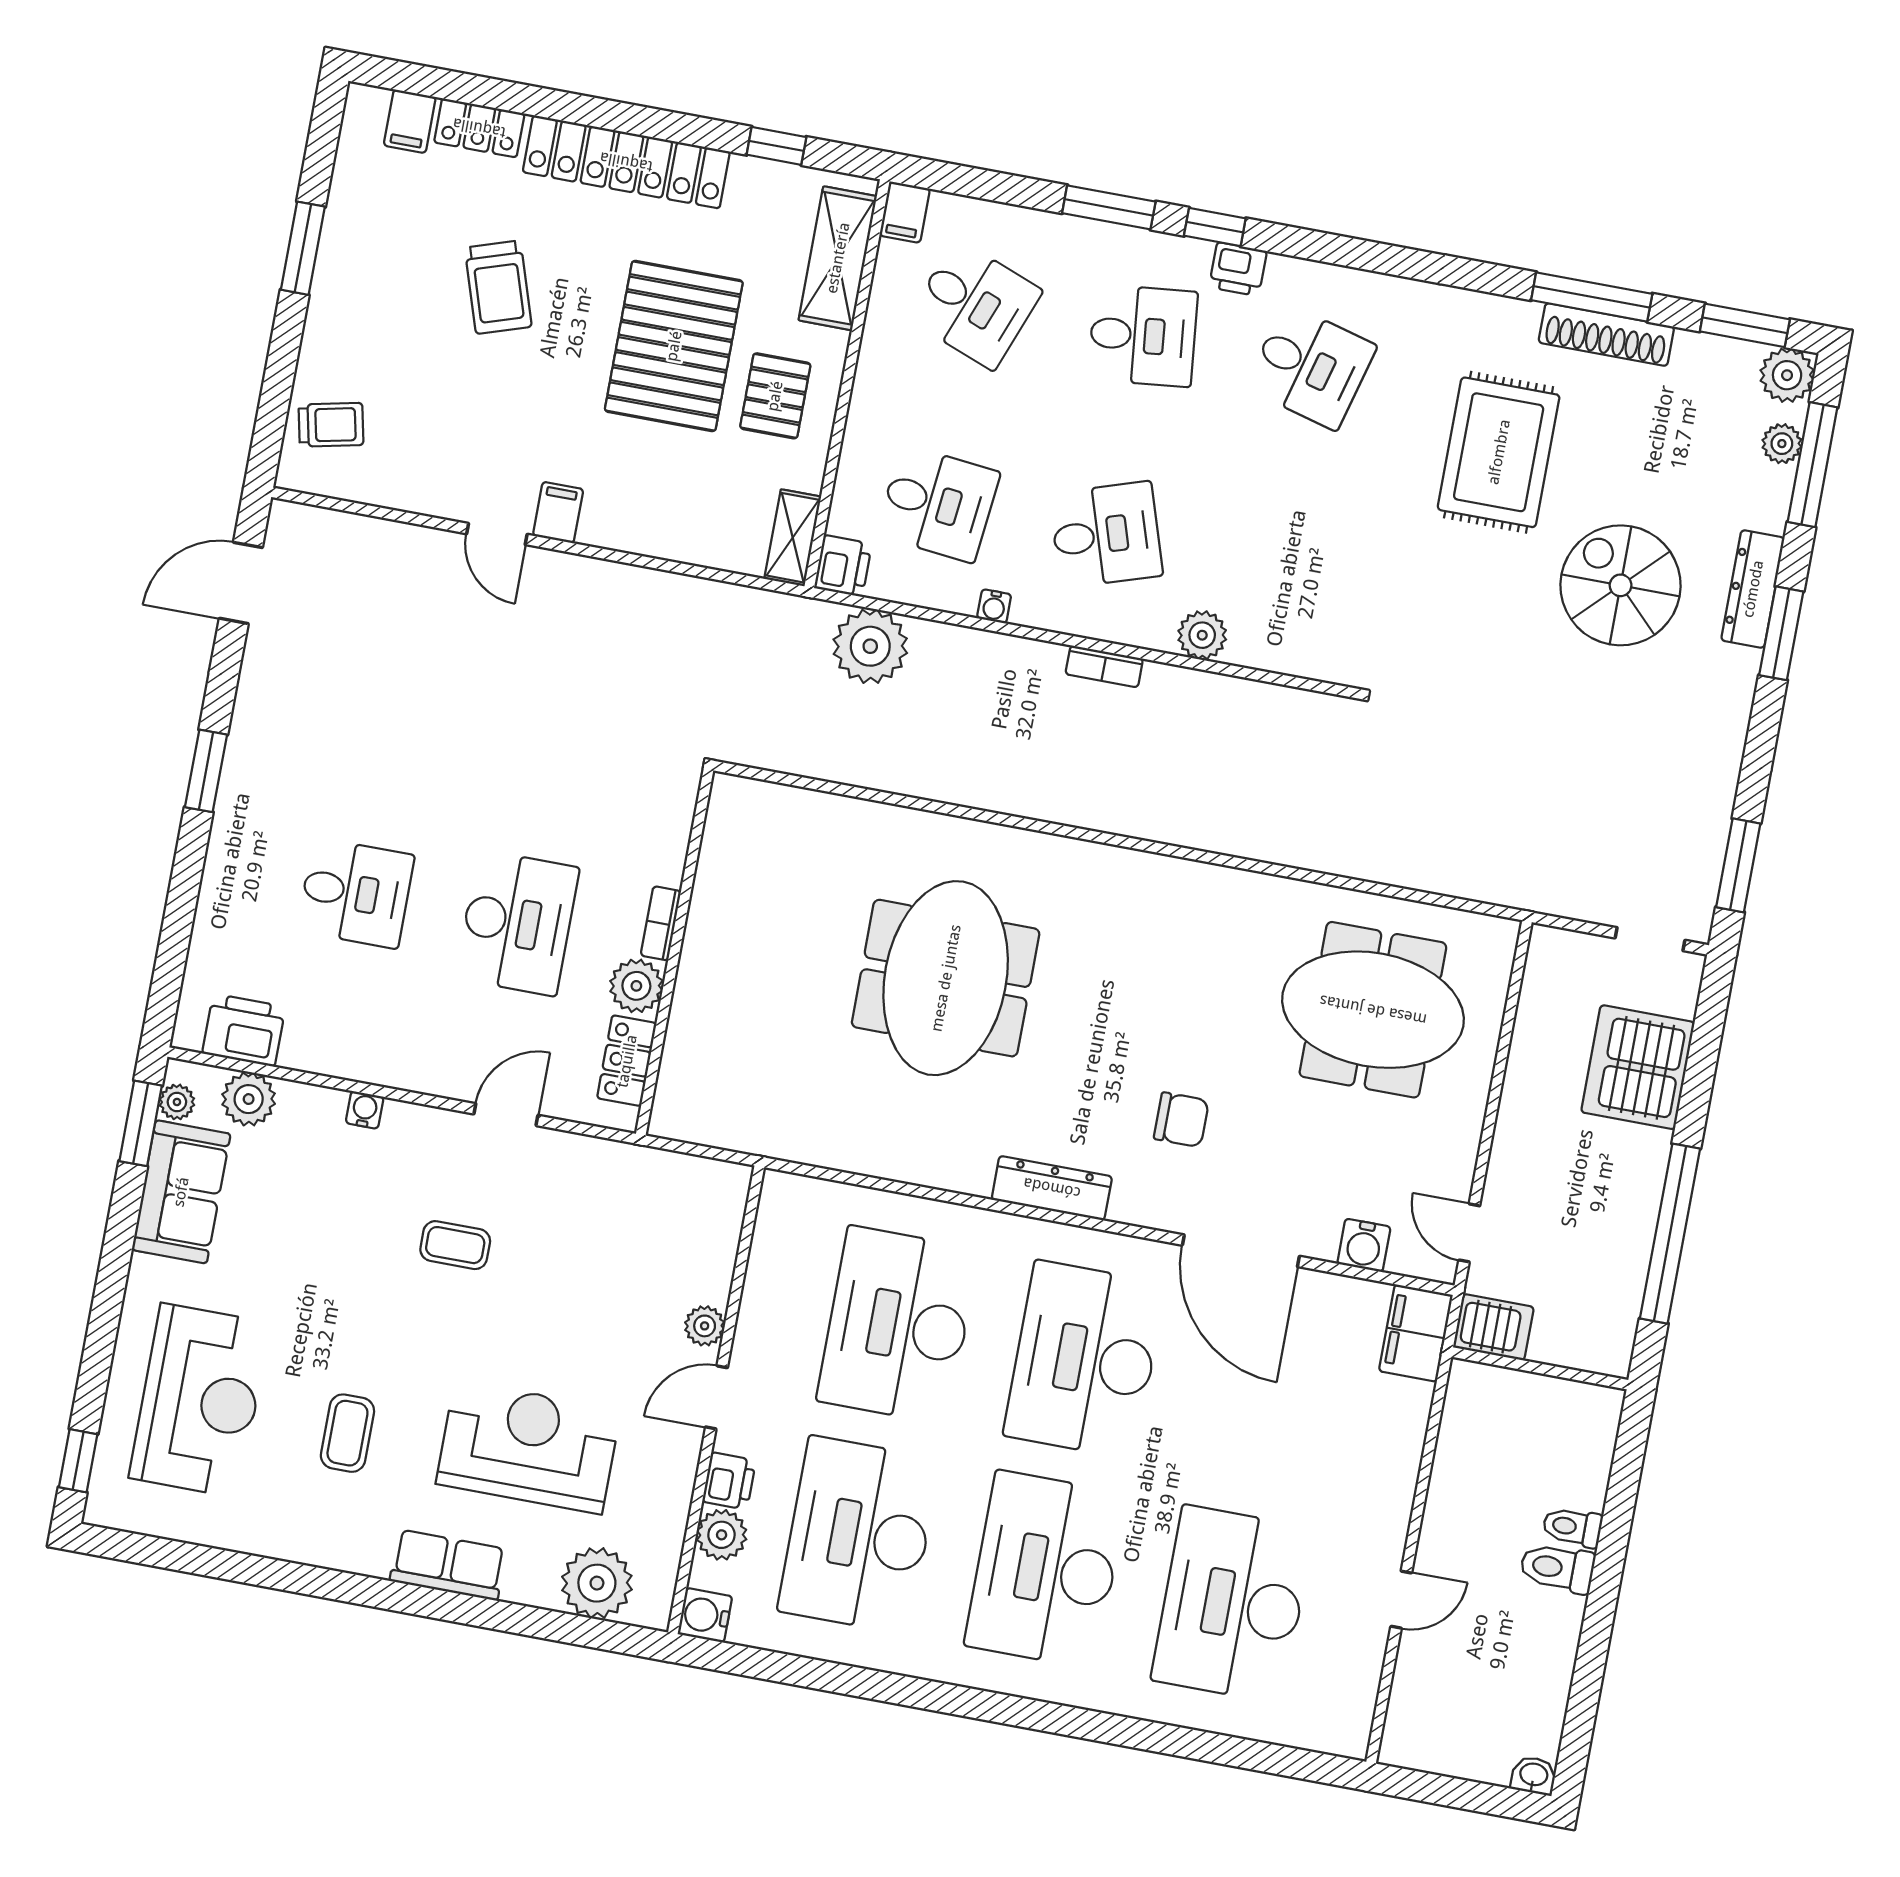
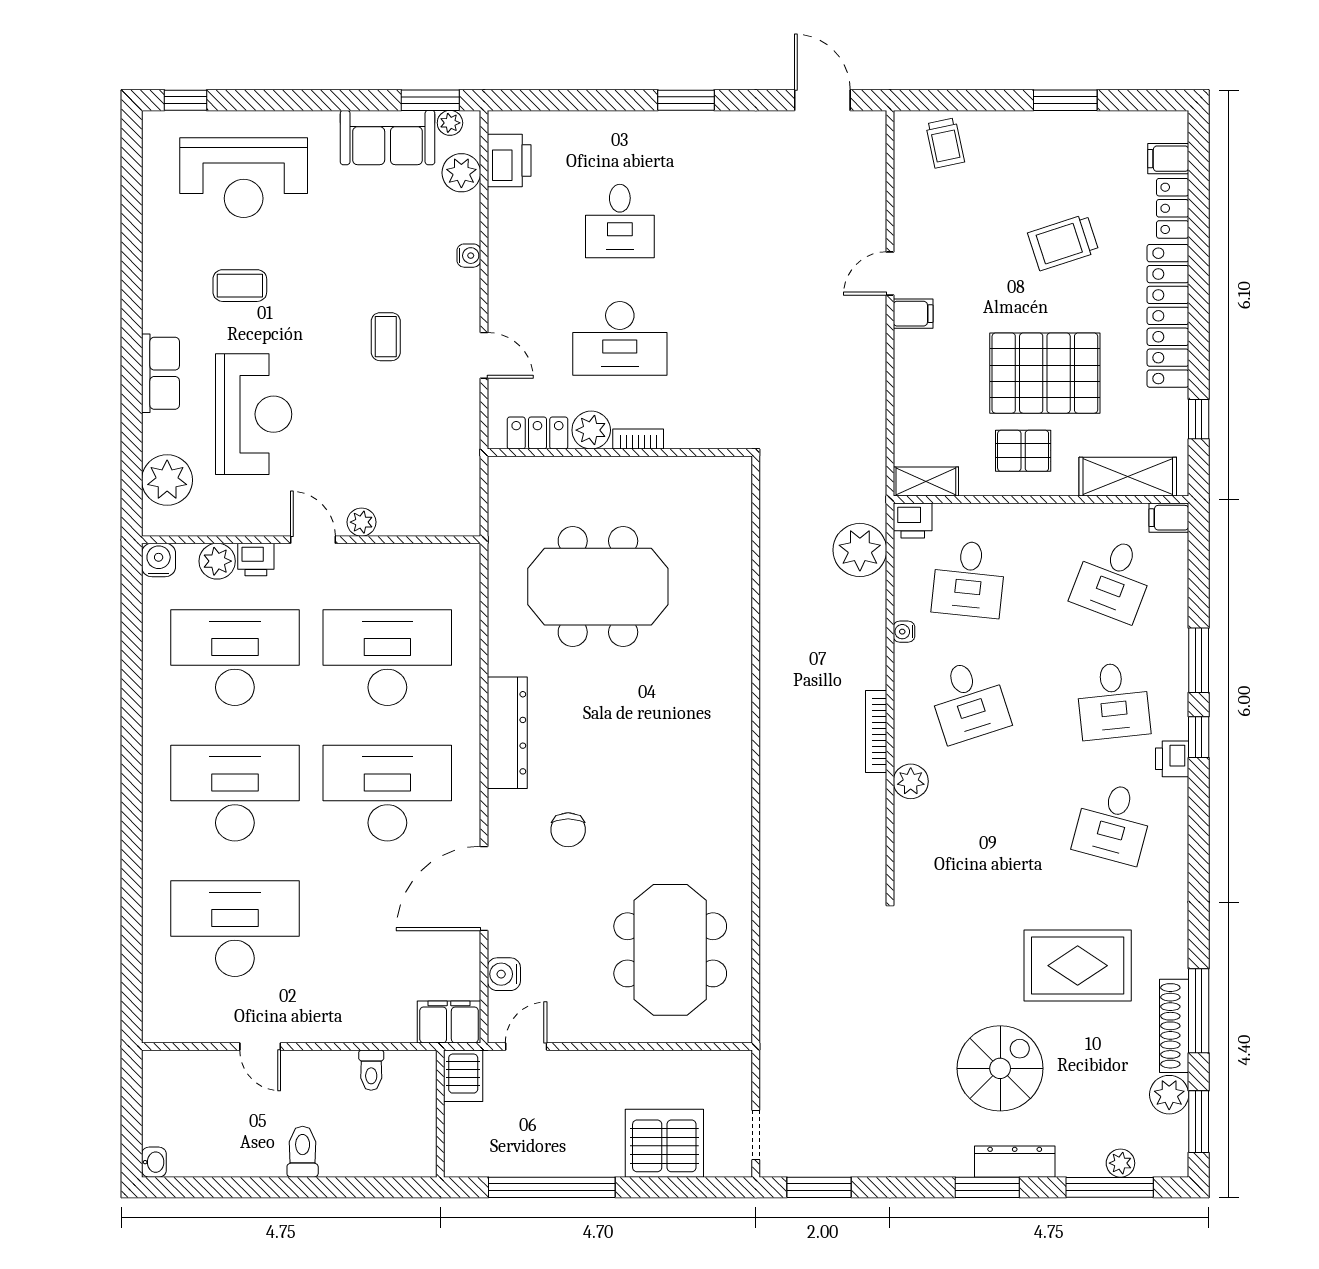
plant: (1787, 375) -> (1169, 1095), moved
bookcase: (1104, 666) -> (876, 731), width x1.56
meeting table: (946, 978) -> (598, 587), moved
dresser: (1052, 1188) -> (507, 733), width x1.37, depth x1.24
toilet: (1572, 1527) -> (371, 1070), moved, turned 180

